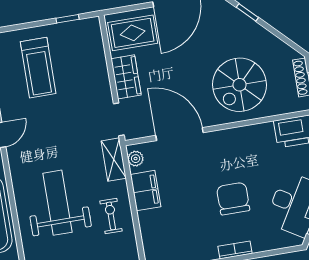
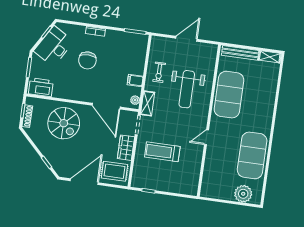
treadmill: (38, 68) -> (162, 152), moved, turned -90
spiral stairs: (240, 85) -> (64, 123), turned 90
filing cabinet: (146, 191) -> (135, 80), width x0.50

